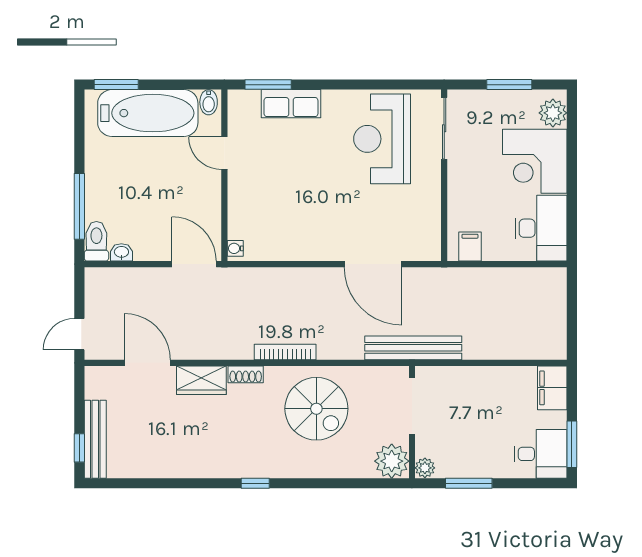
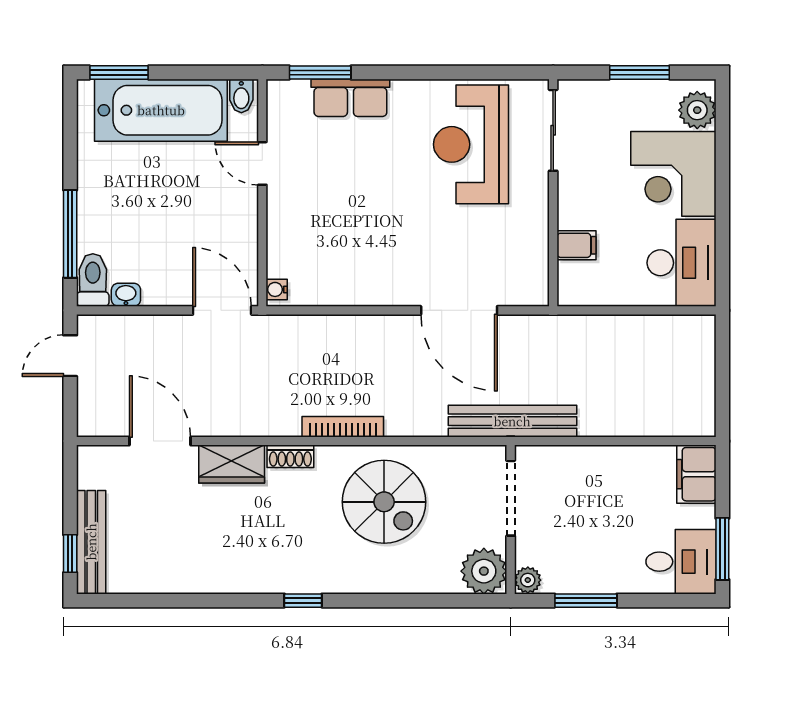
filing cabinet: (470, 246) -> (577, 245), moved, turned 90
door: (79, 334) -> (70, 356), moved

